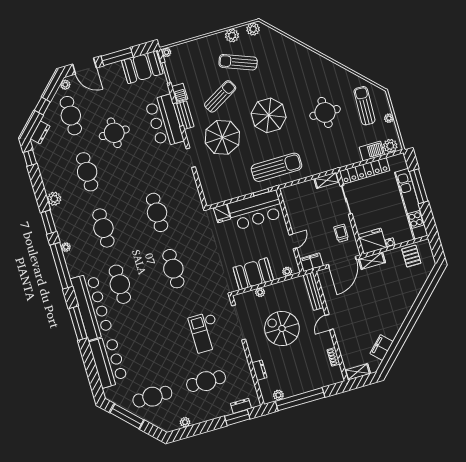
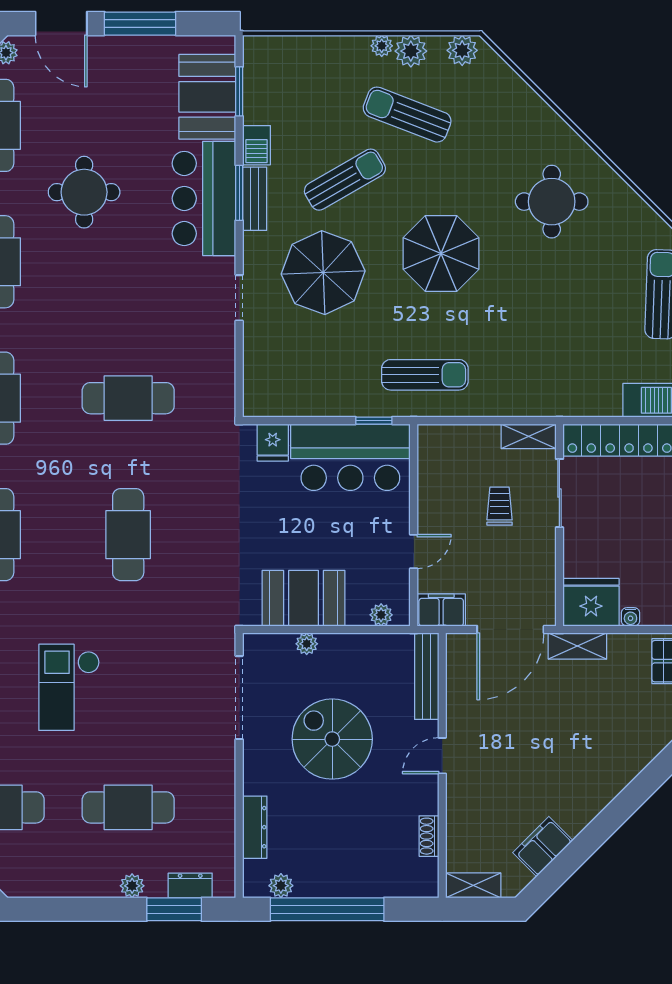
plant: (166, 52) -> (382, 46), moved
booth: (142, 67) -> (207, 97), moved, turned 90
round table: (325, 112) -> (552, 202), moved
sun lounger: (277, 167) -> (425, 375), width x0.73, depth x0.75
cafe table: (157, 212) -> (128, 398), turned 90
trolley: (341, 233) -> (500, 506), moved
checkout: (205, 332) -> (69, 687), moved
dresser: (259, 370) -> (255, 827), width x1.44
plant: (185, 422) -> (132, 886), moved

